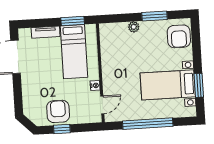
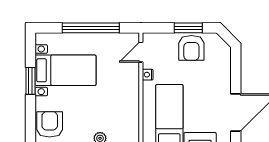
window: (199, 85) -> (30, 81), moved
window: (62, 129) -> (188, 28), width x1.50

